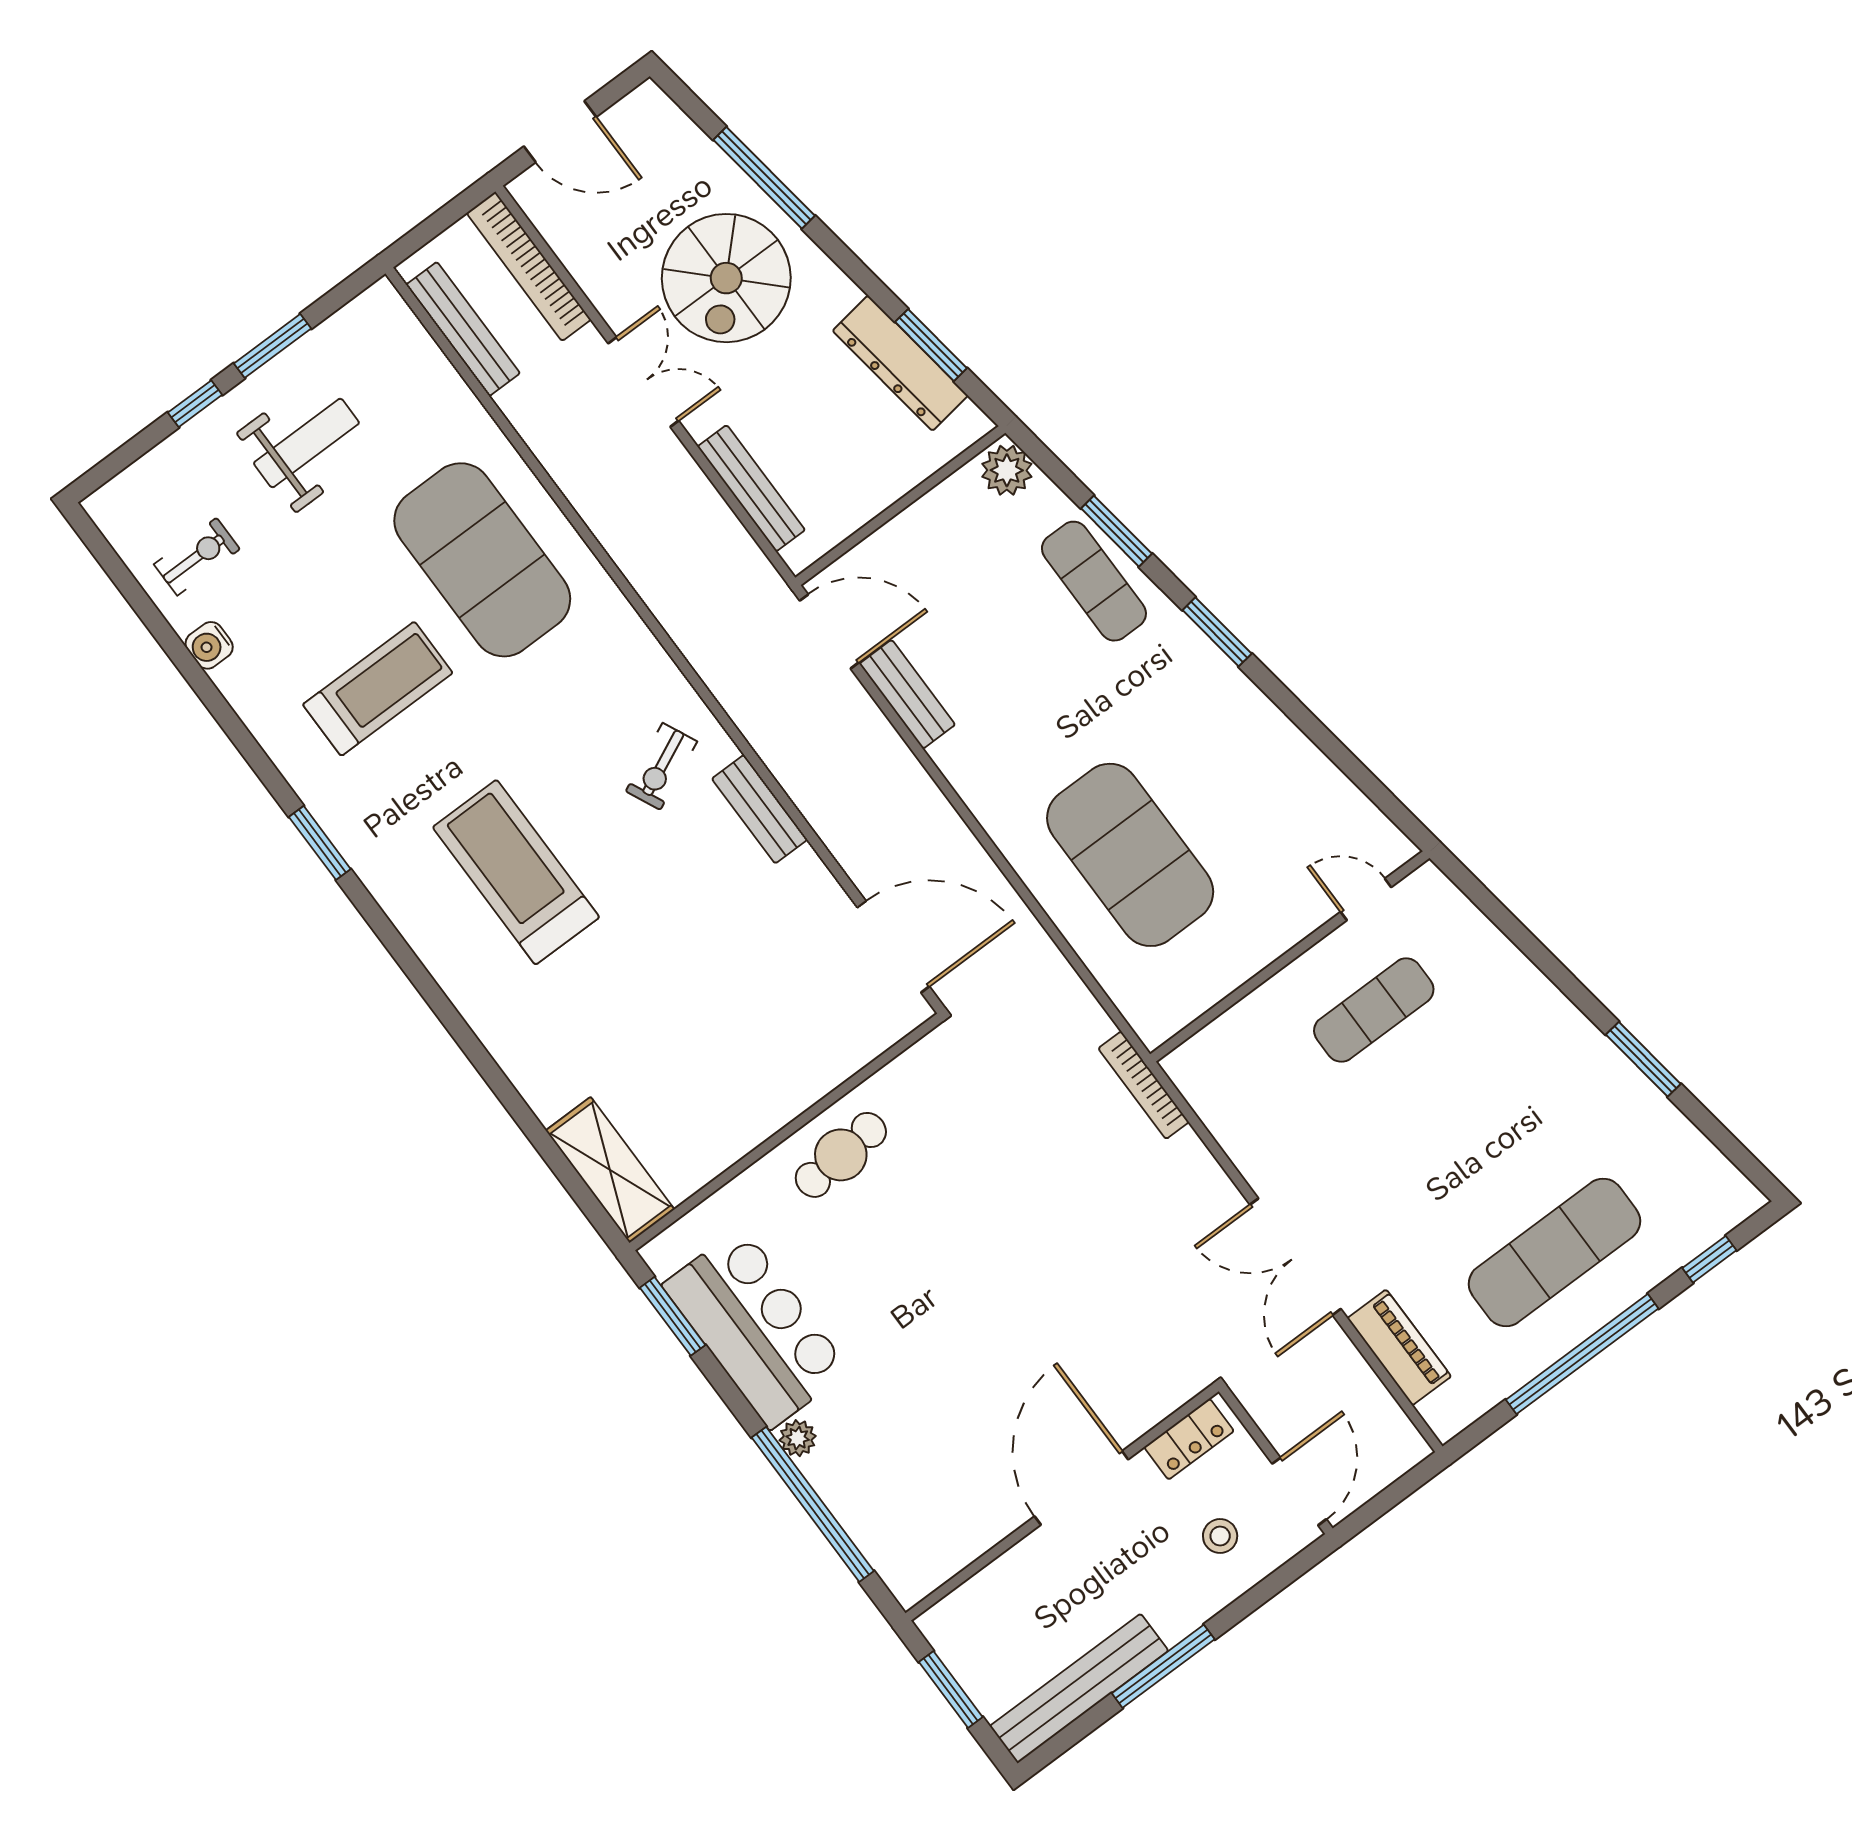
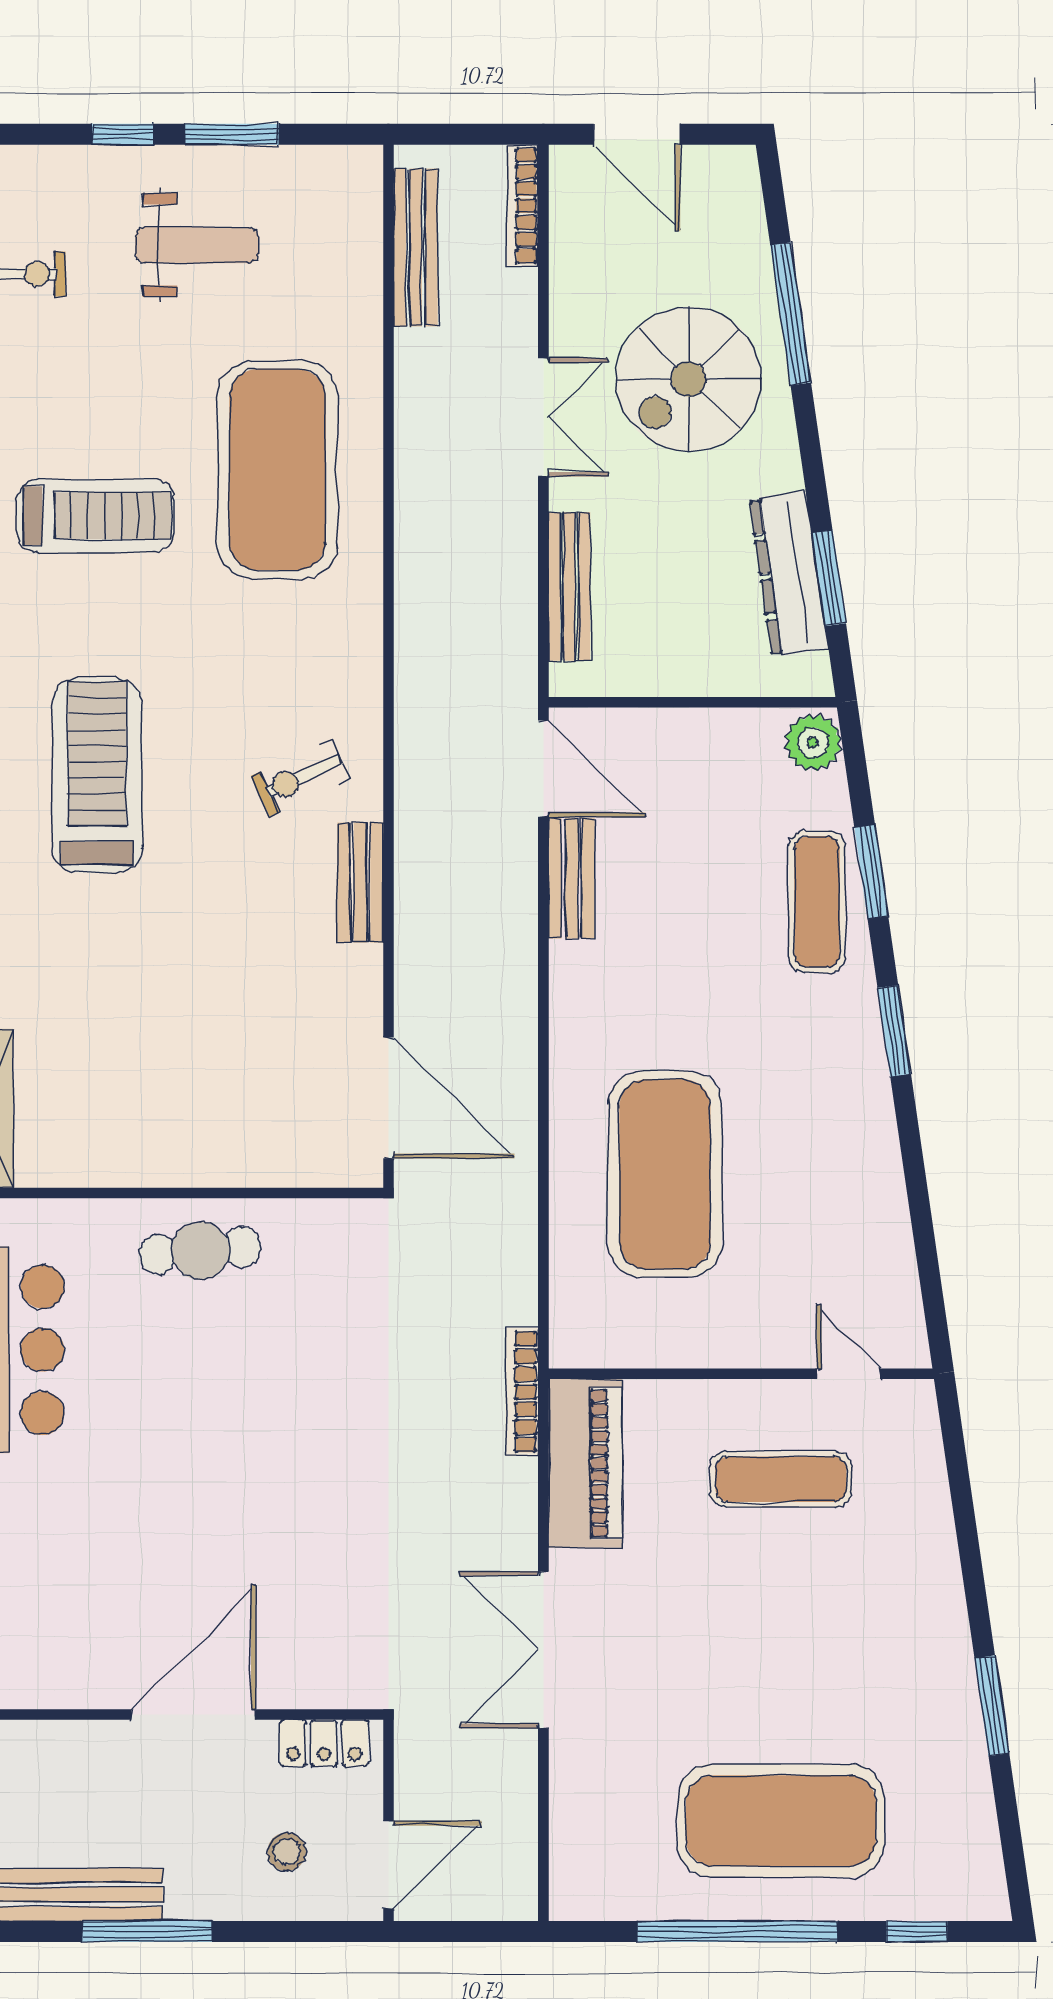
bookcase: (529, 266) -> (523, 206), width x0.68, depth x0.76
exercise mat: (1554, 1252) -> (781, 1821), width x1.47
piano: (1399, 1347) -> (585, 1463), moved, width x1.37, depth x1.33

